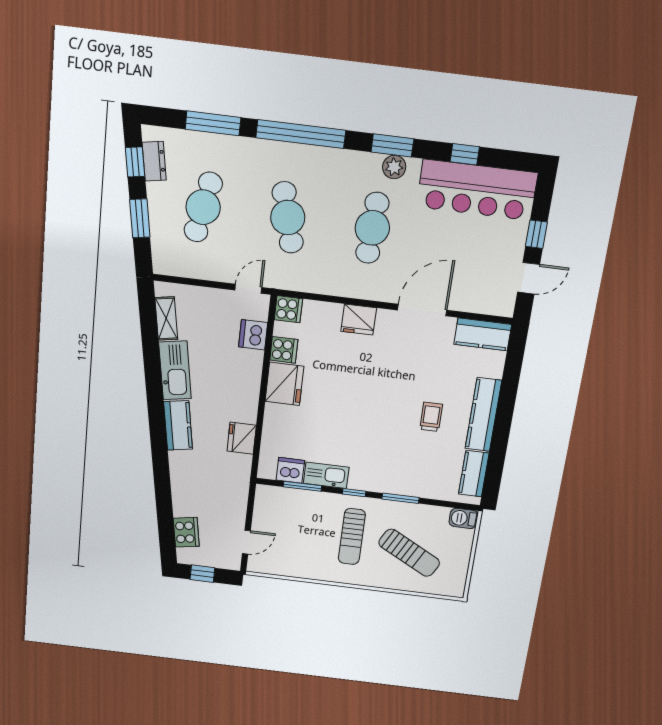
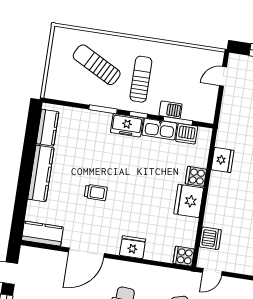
cooker: (284, 350) -> (196, 176), moved
trolley: (431, 417) -> (96, 192), moved, turned -90
freezer: (369, 479) -> (127, 125), added
barbecue: (464, 518) -> (171, 110), moved

